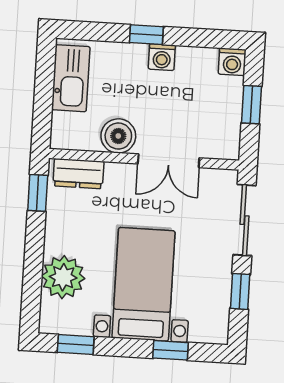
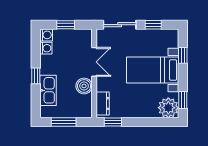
washing machine: (162, 57) -> (46, 48), moved
kitchen sink: (71, 78) -> (48, 90), moved, turned 90
window: (44, 88) -> (64, 122), added
plant: (63, 277) -> (168, 108), moved

